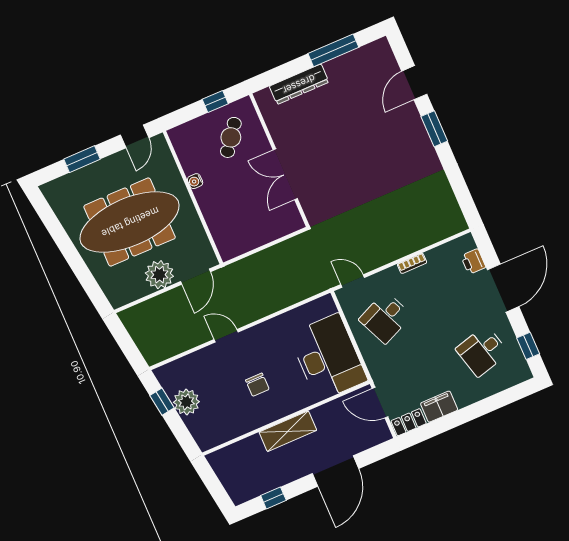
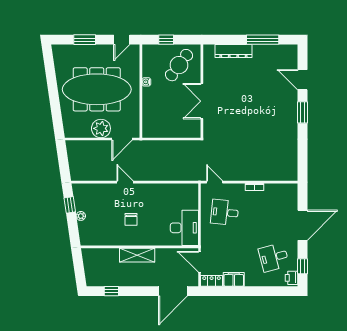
door: (414, 83) -> (303, 80), hinge flipped
window: (215, 101) -> (166, 40), moved
cafe table: (231, 137) -> (179, 65), width x1.37, depth x1.35
printer: (473, 262) -> (292, 278), moved
desk: (385, 317) -> (225, 212), turned 30
desk: (328, 357) -> (184, 228), width x0.73, depth x0.77
plant: (186, 402) -> (81, 216), width x0.53, depth x0.53
door: (336, 471) -> (173, 291), moved

